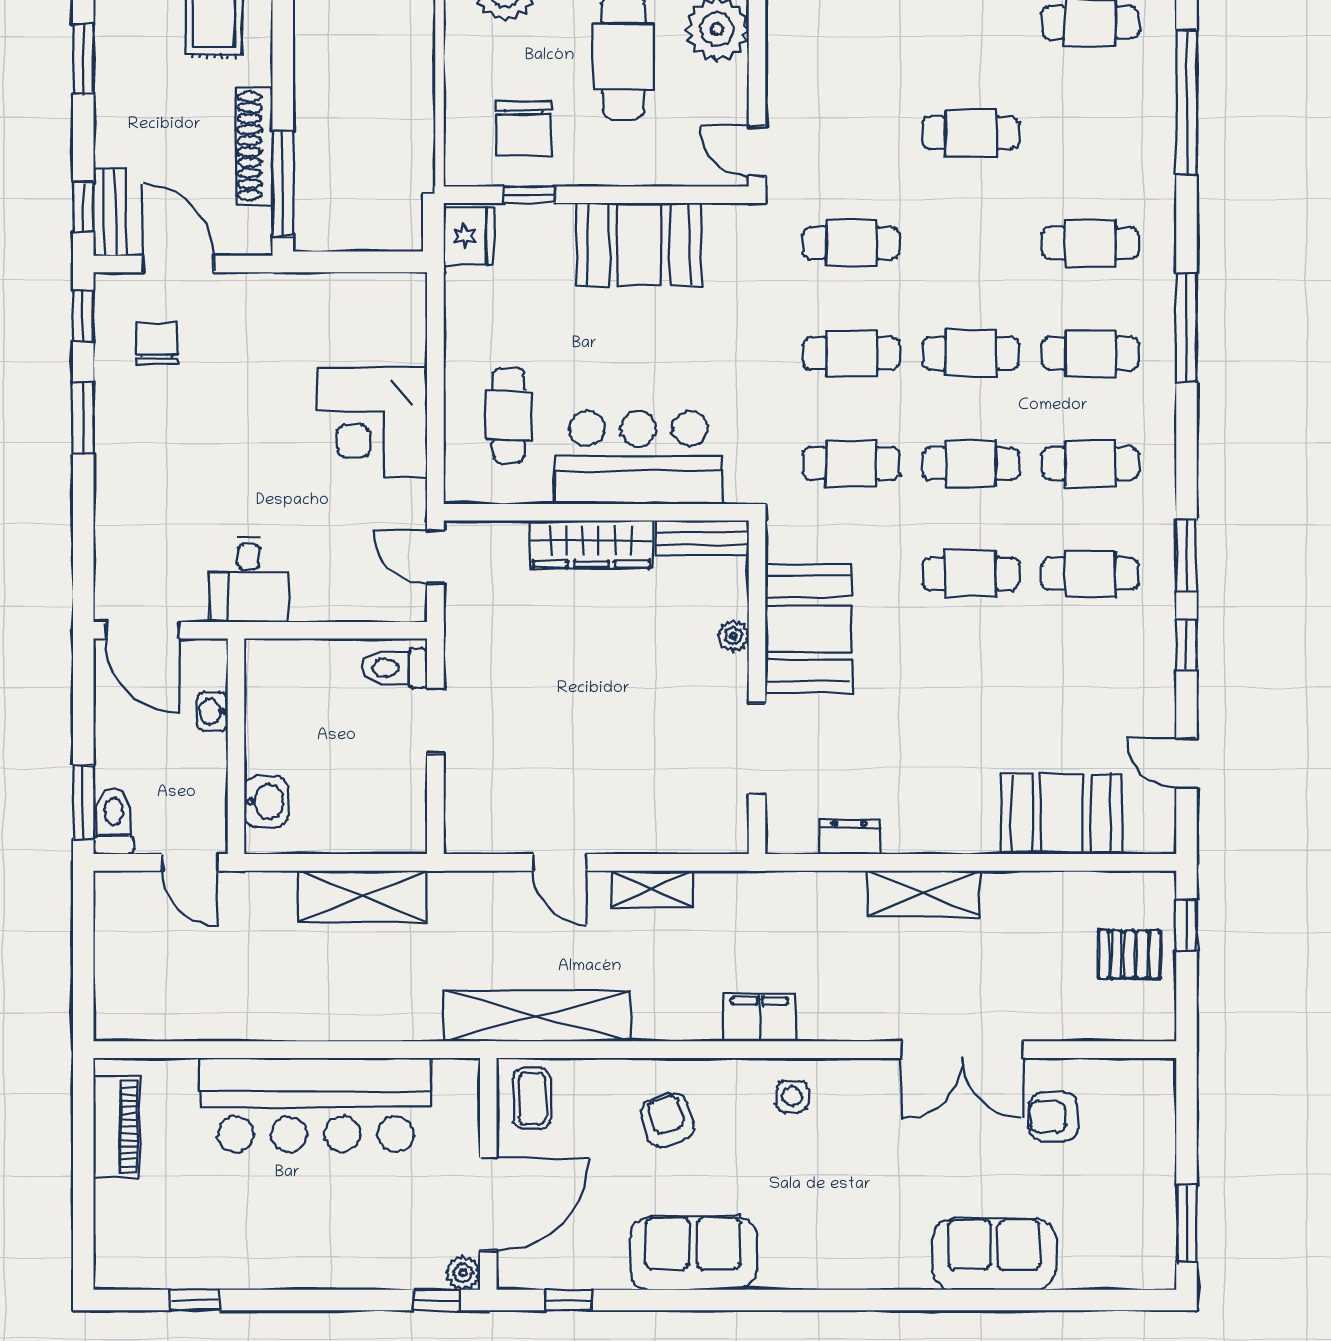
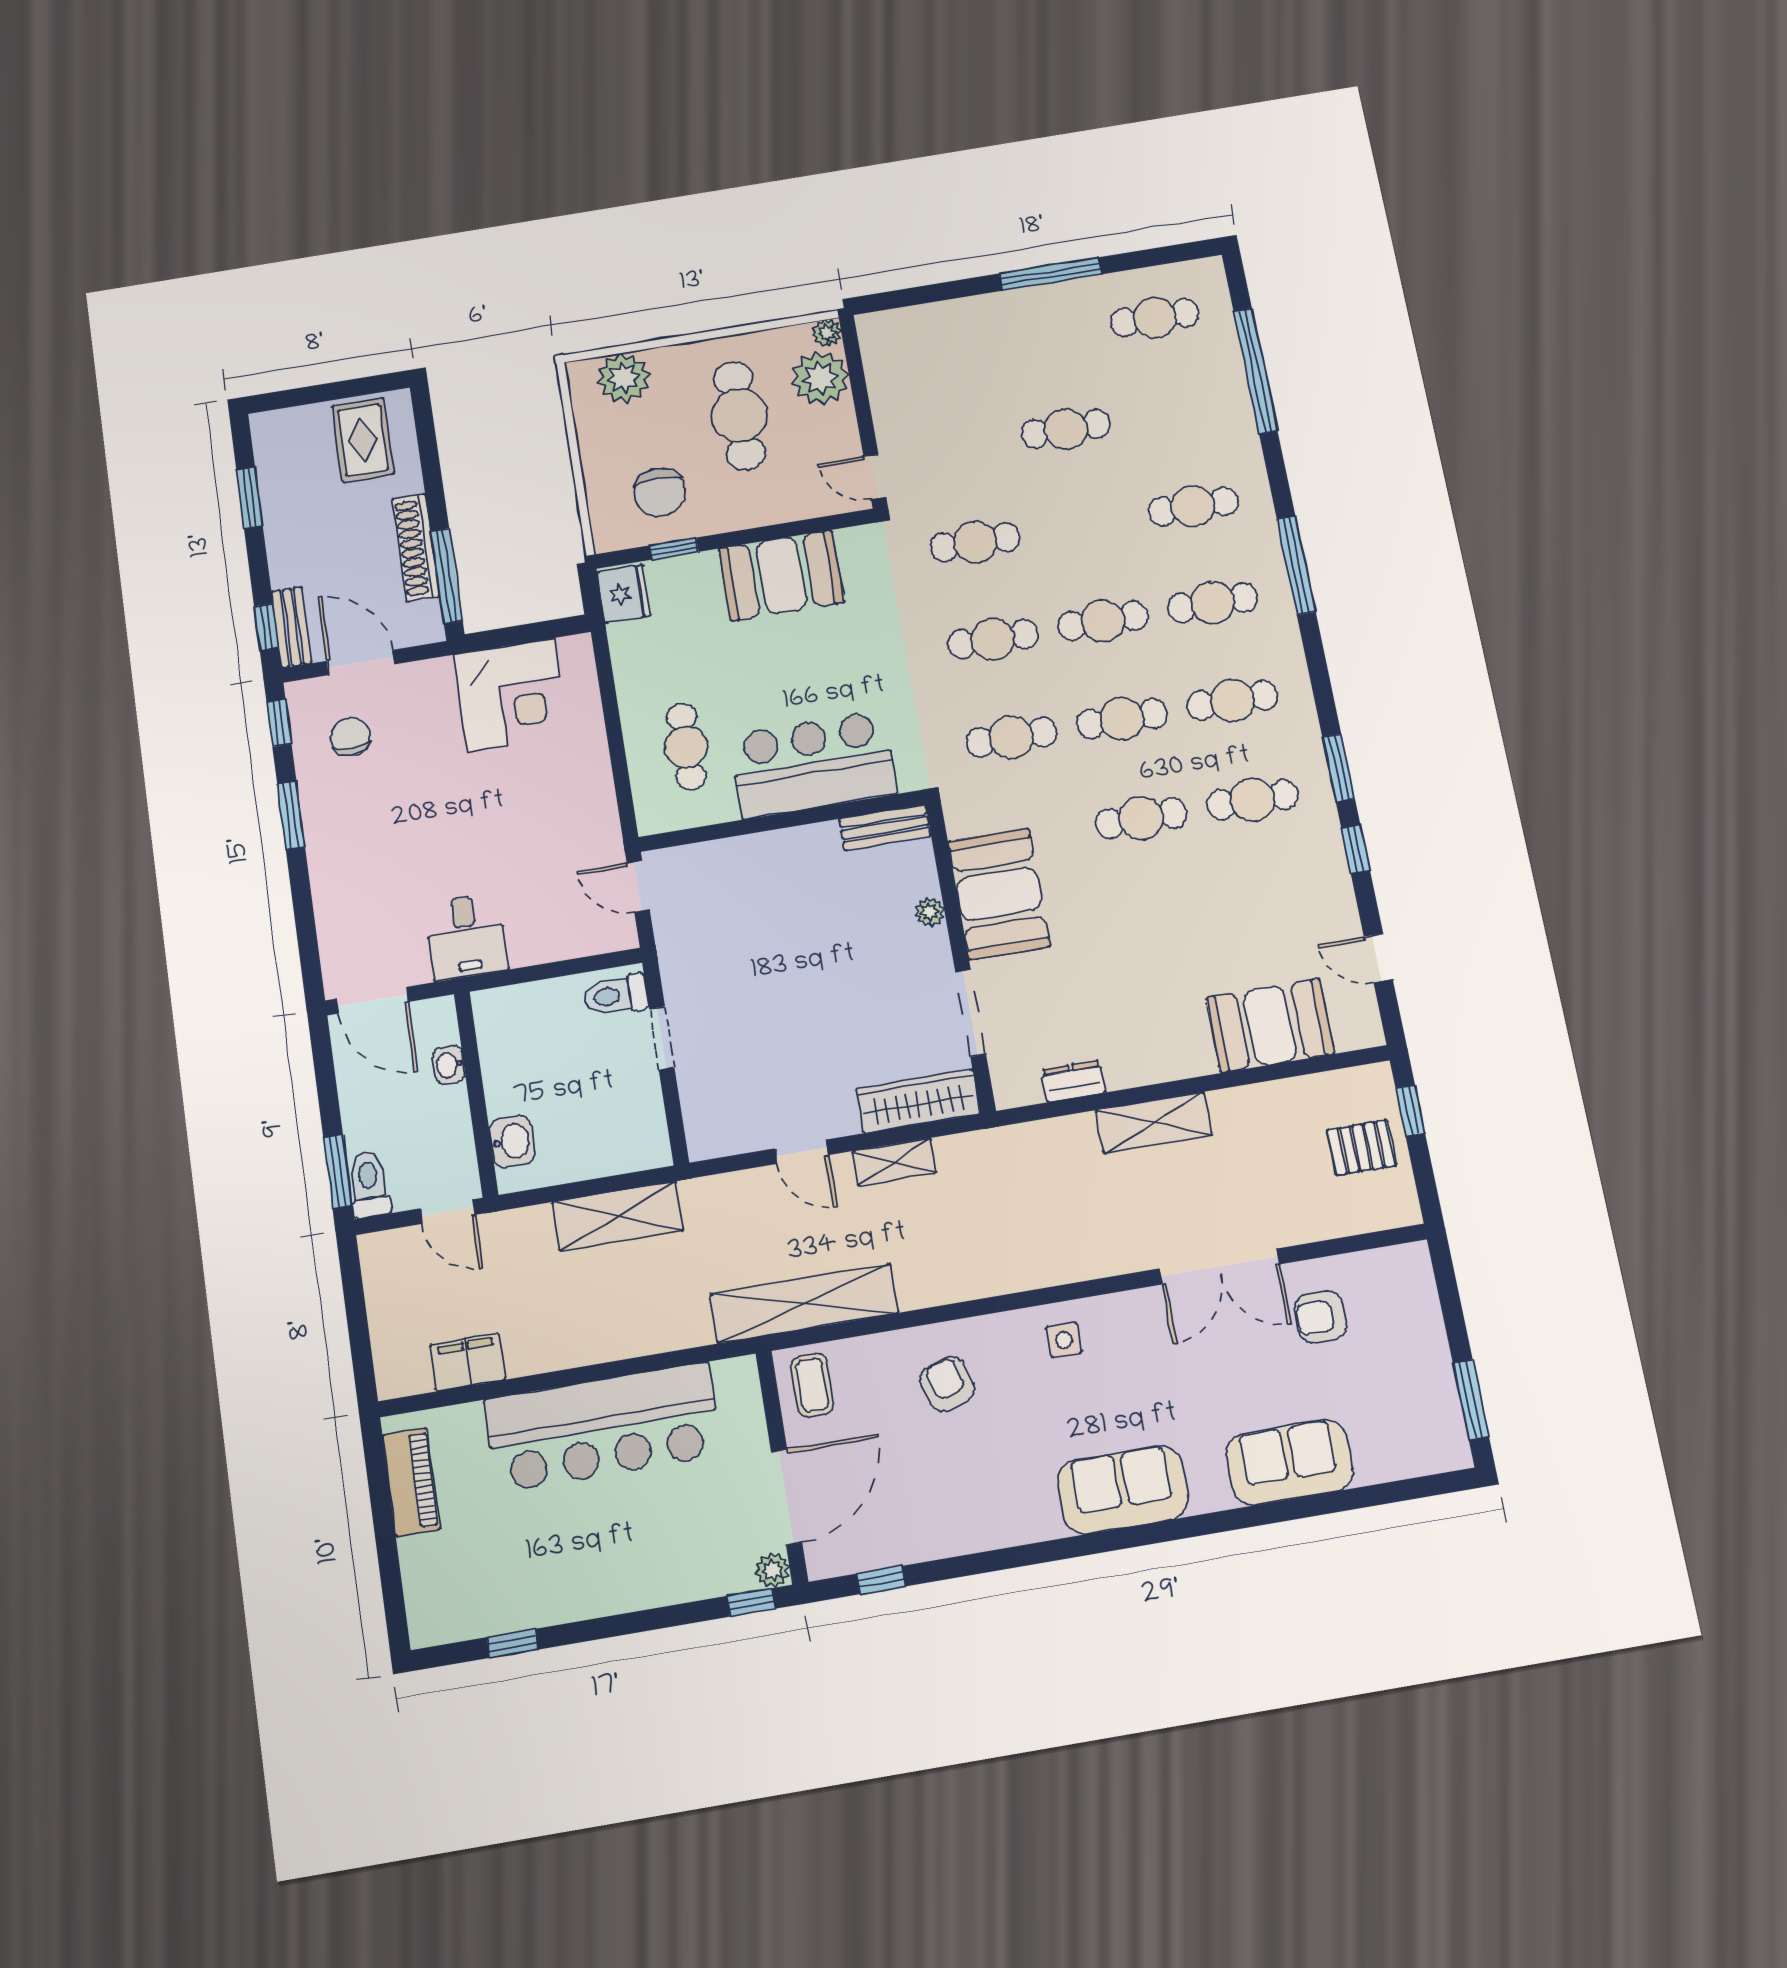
corner desk: (372, 423) -> (511, 695), moved, turned -90
wardrobe: (591, 544) -> (918, 1101), moved, turned 180
filing cabinet: (760, 1018) -> (468, 1362), moved
sofa: (693, 1253) -> (1123, 1490), moved

